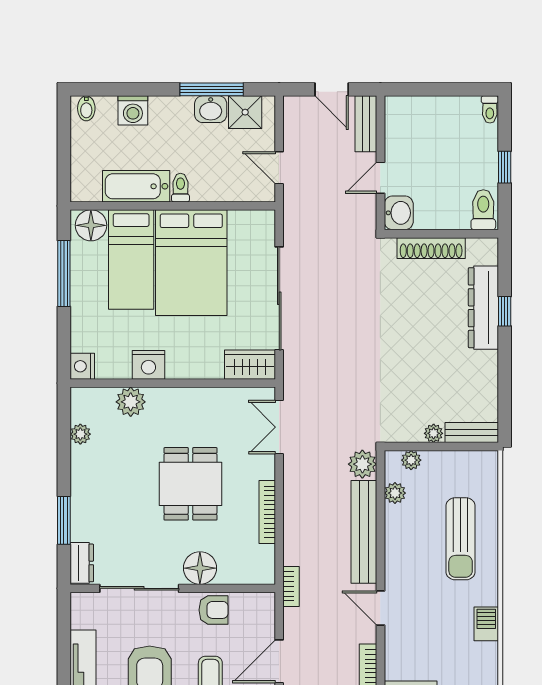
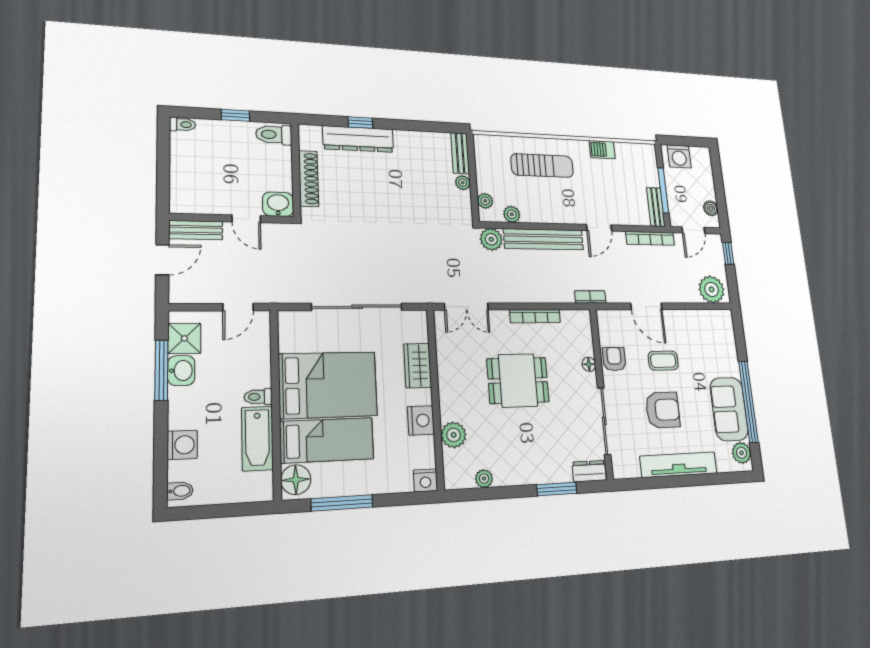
wardrobe: (250, 365) -> (418, 366), moved
floor lamp: (200, 568) -> (589, 364), width x0.53, depth x0.53

